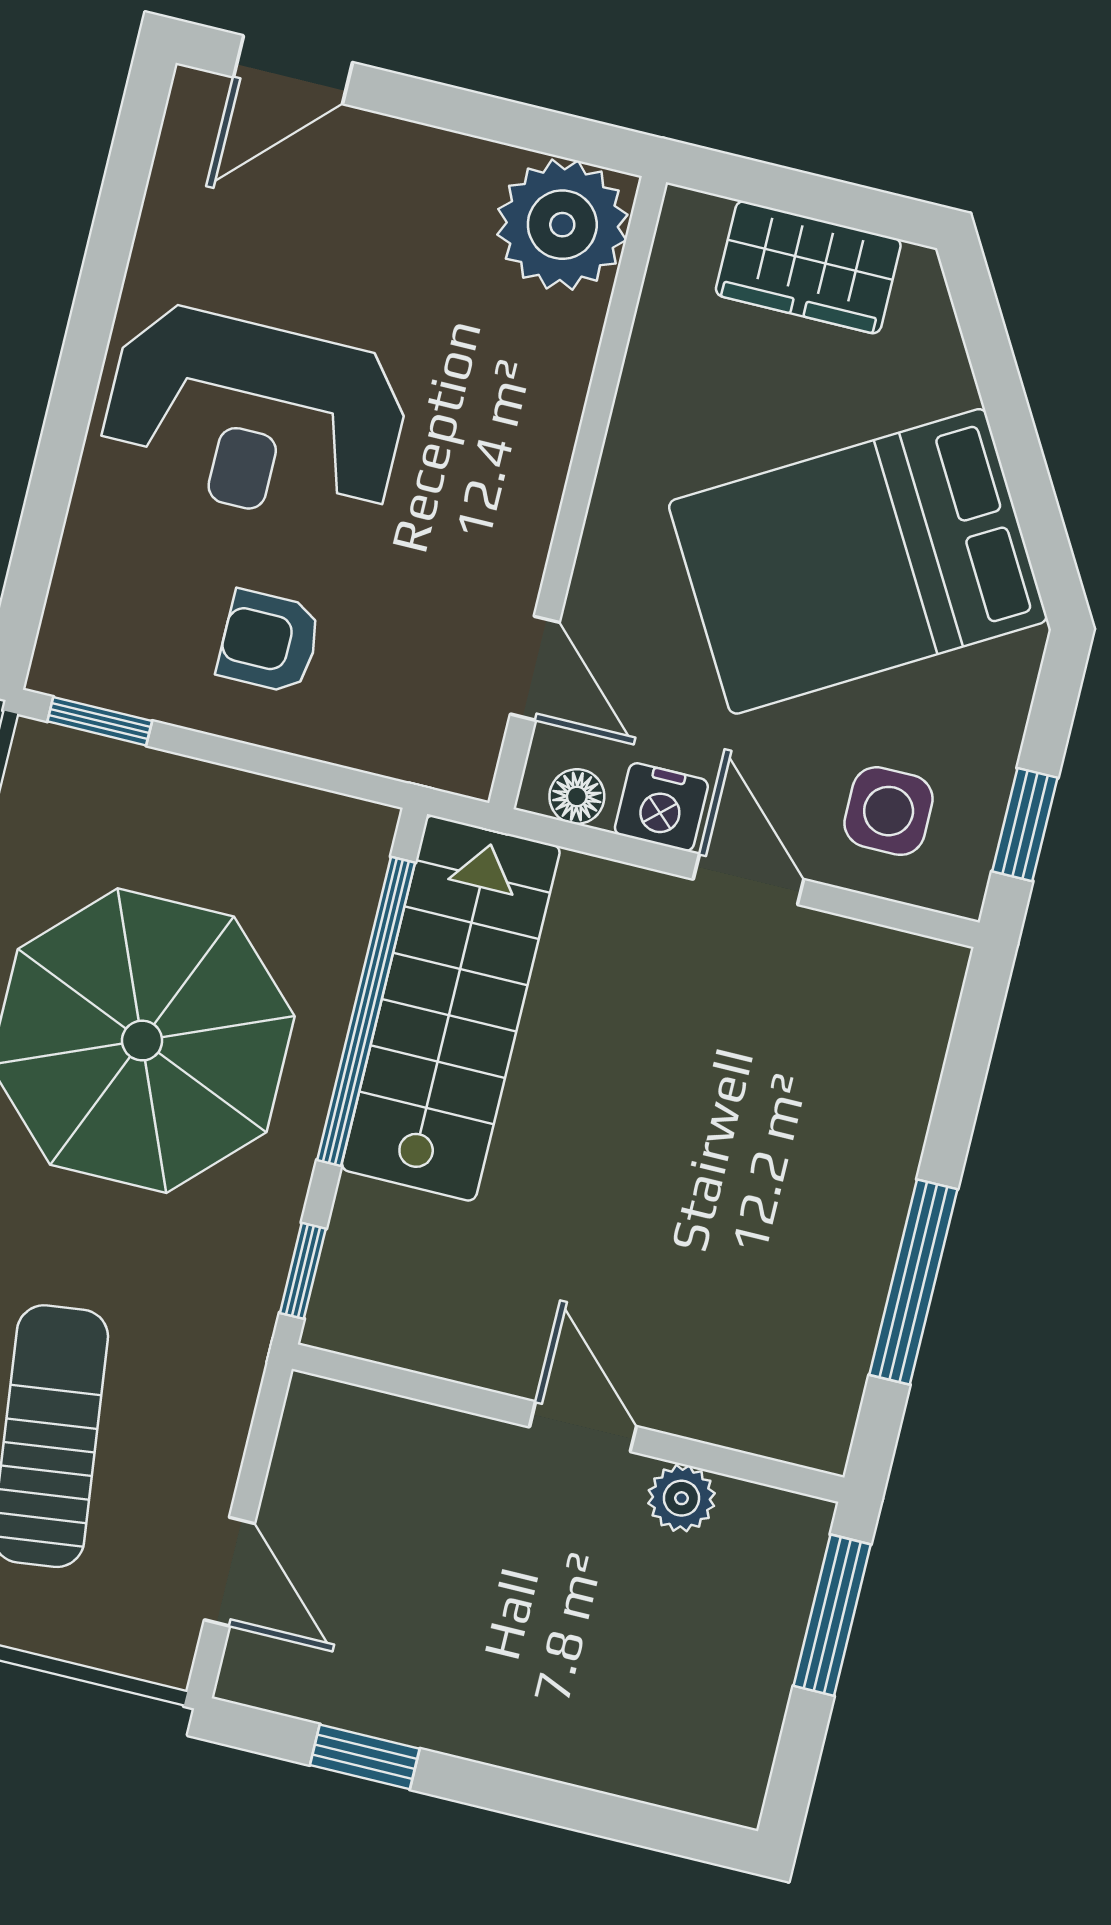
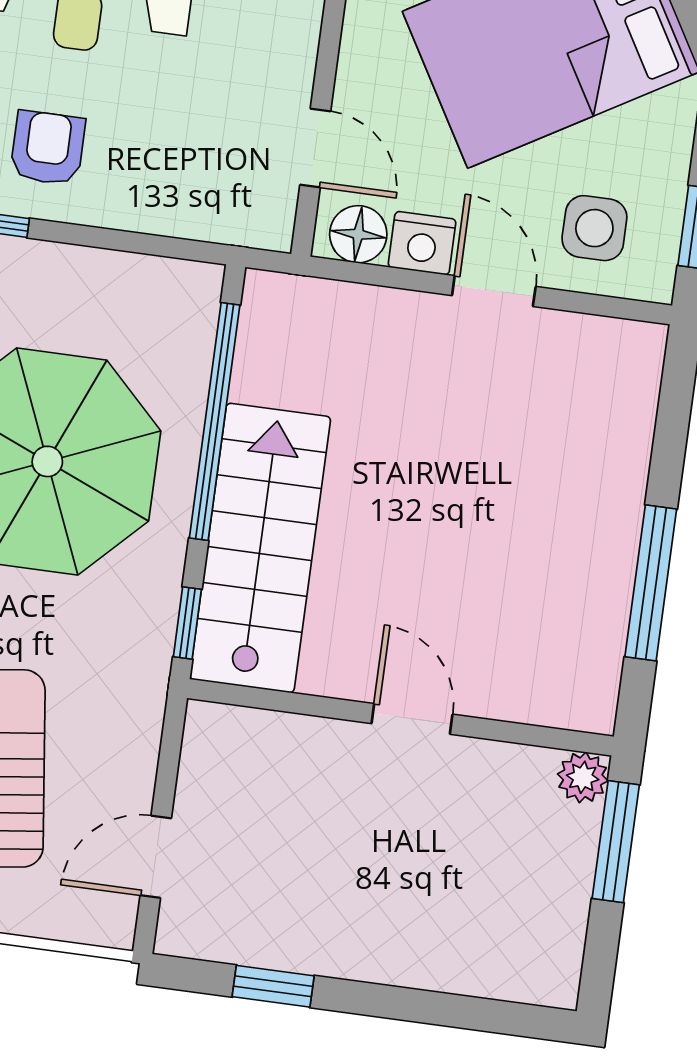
armchair: (269, 642) -> (48, 148), moved, turned 90
floor lamp: (577, 796) -> (358, 234), width x1.37, depth x1.37
stairs: (451, 1008) -> (260, 548), moved
plant: (681, 1498) -> (583, 777), moved
door: (229, 1572) -> (156, 857), swing flipped

